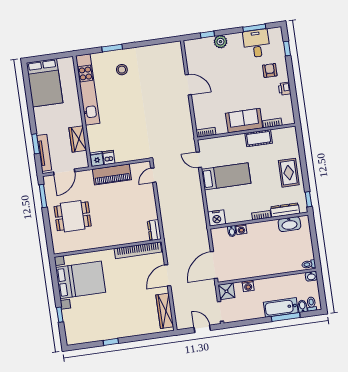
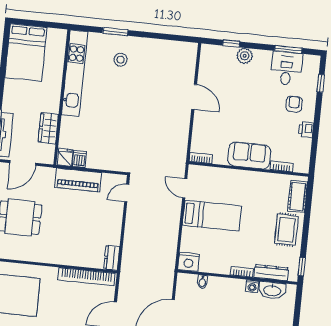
cot: (259, 138) -> (298, 196), moved, turned 90
washing machine: (241, 229) -> (252, 286), moved

